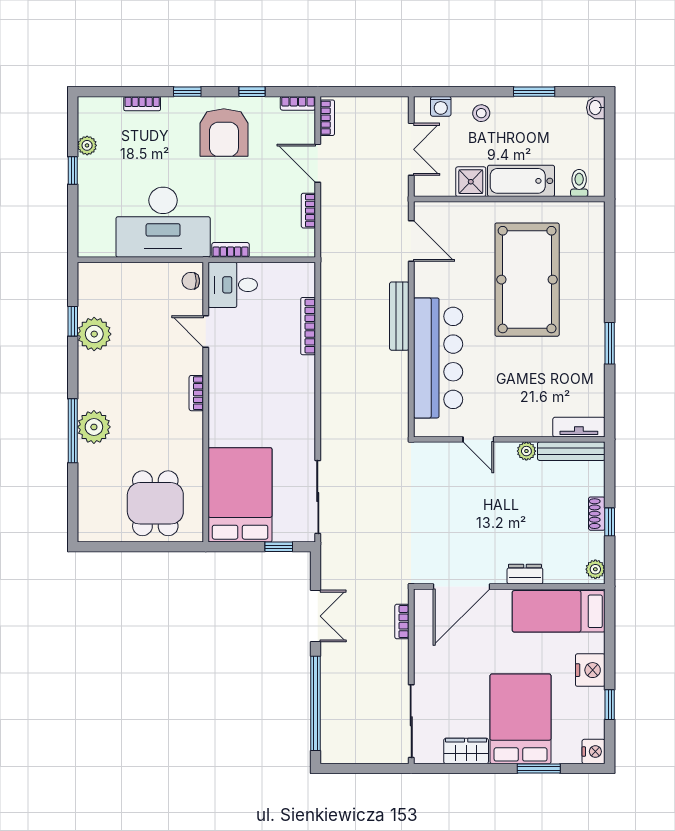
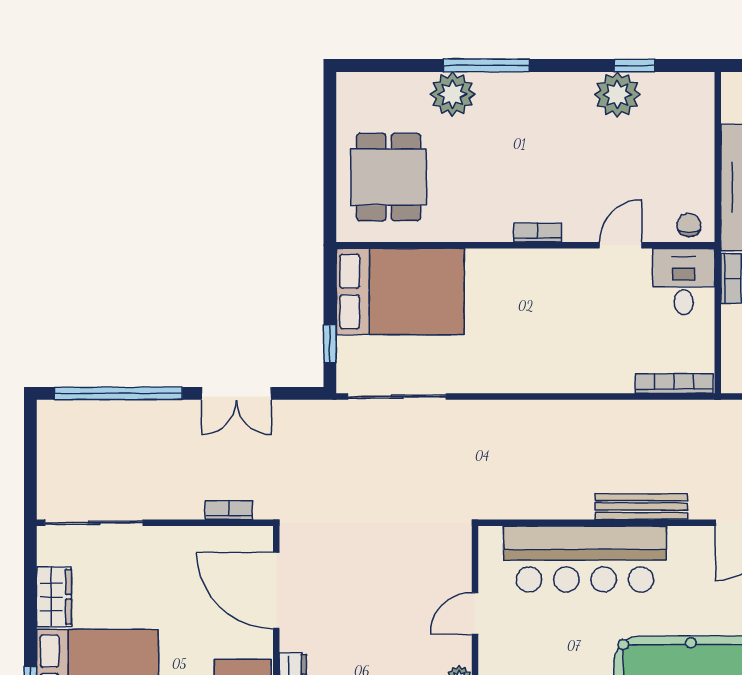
bookcase: (308, 326) -> (674, 383), moved
plant: (94, 427) -> (452, 94), moved
dining table: (155, 503) -> (389, 177), turned 90

